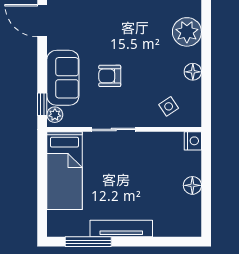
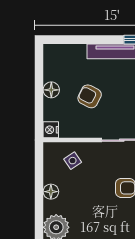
armchair: (150, 178) -> (90, 96), added

